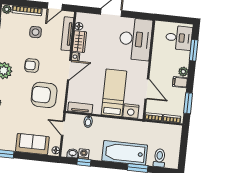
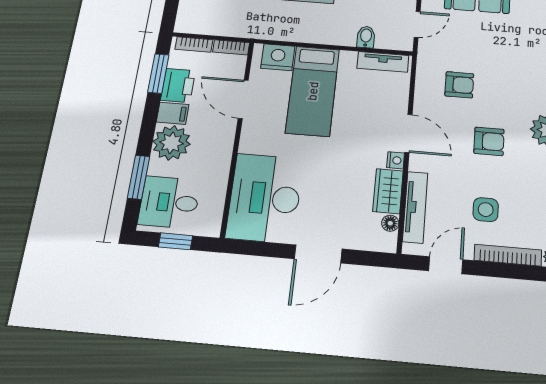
window: (175, 19) -> (175, 241), added
door: (69, 70) -> (408, 133), swing flipped
plant: (183, 72) -> (171, 143), width x1.88, depth x1.88
armchair: (44, 95) -> (459, 85), width x0.53, depth x0.53
printer: (178, 97) -> (178, 85), added
door: (63, 128) -> (417, 24), hinge flipped

